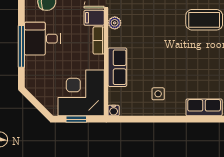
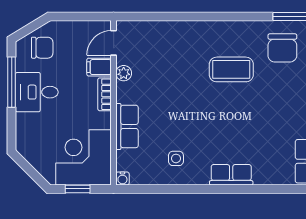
window: (21, 46) -> (12, 82), moved

